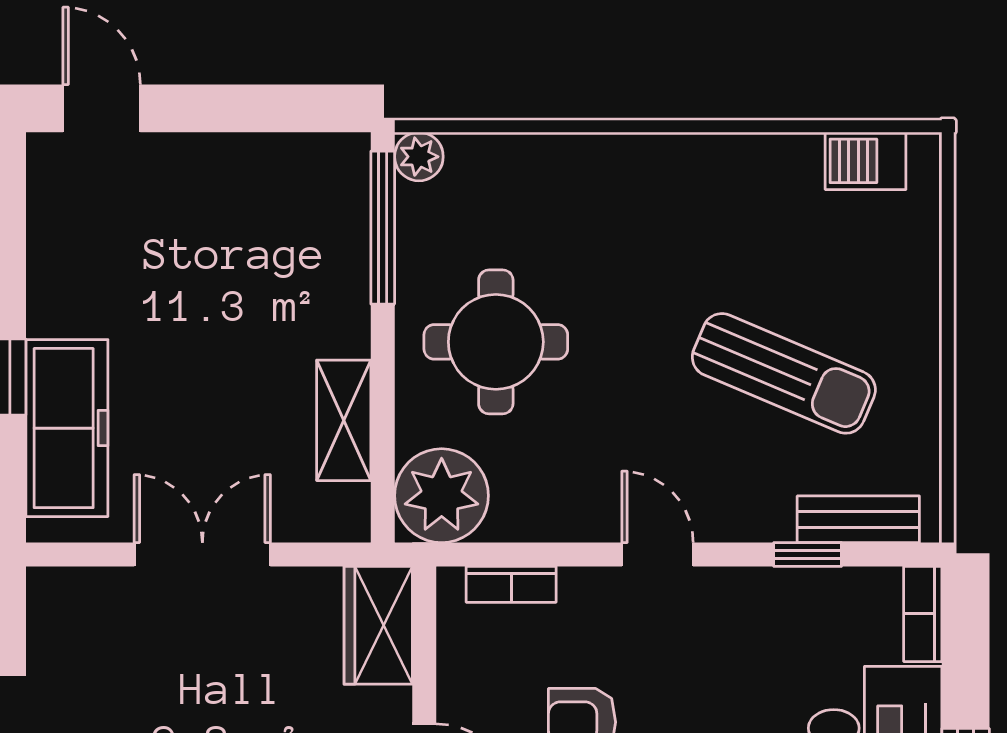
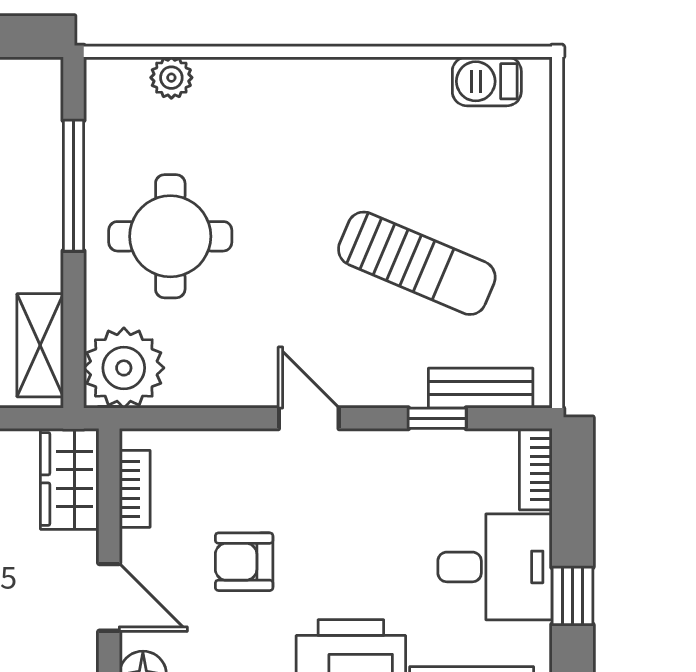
plant: (419, 157) -> (171, 78), moved
window: (383, 228) -> (73, 186), moved
shelving: (344, 420) -> (40, 345), moved
bookcase: (511, 584) -> (135, 489), moved, turned -90

